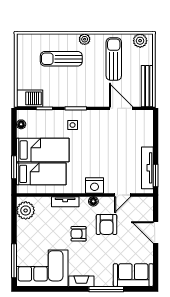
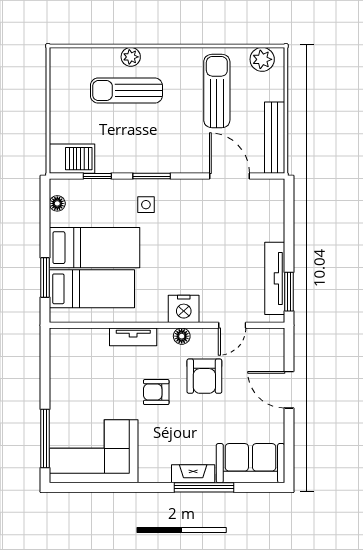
plant: (85, 39) -> (131, 57), moved
plant: (26, 210) -> (65, 352), removed
fireplace: (81, 281) -> (193, 474), moved

